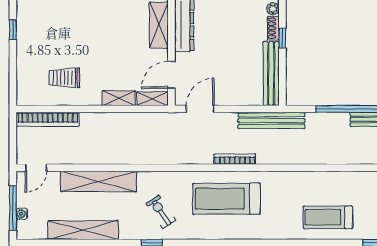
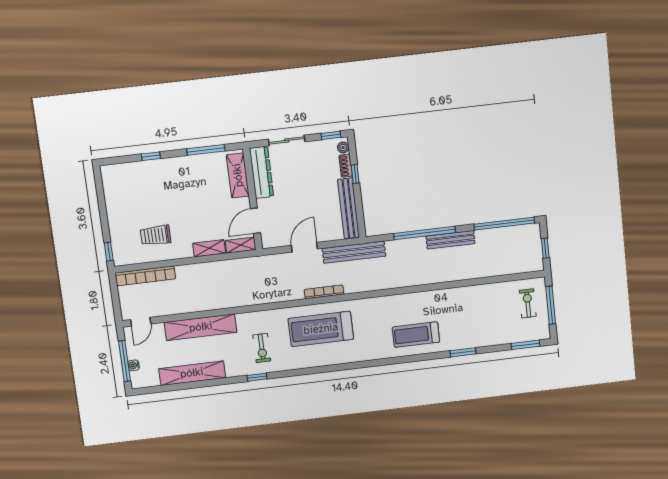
window: (13, 30) -> (109, 252), moved
door: (200, 109) -> (304, 247), moved
exercise bike: (161, 212) -> (262, 348), turned -146

